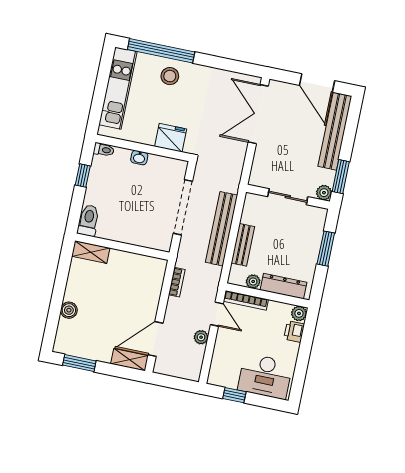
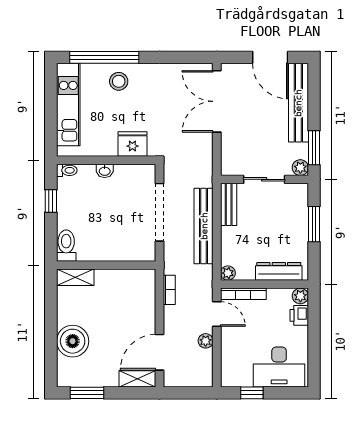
bench: (243, 245) -> (229, 204), moved
plant: (253, 281) -> (228, 273), moved
boiler: (69, 310) -> (73, 341), width x1.86, depth x1.86

